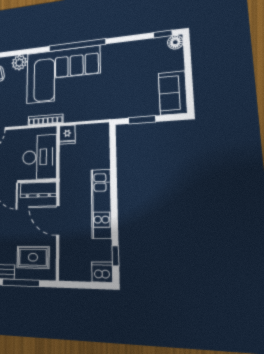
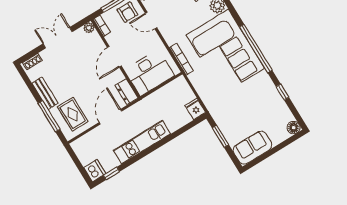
window: (163, 34) -> (282, 92), moved
fridge: (67, 135) -> (195, 109), moved, turned 90
dresser: (38, 190) -> (127, 92), width x0.70

